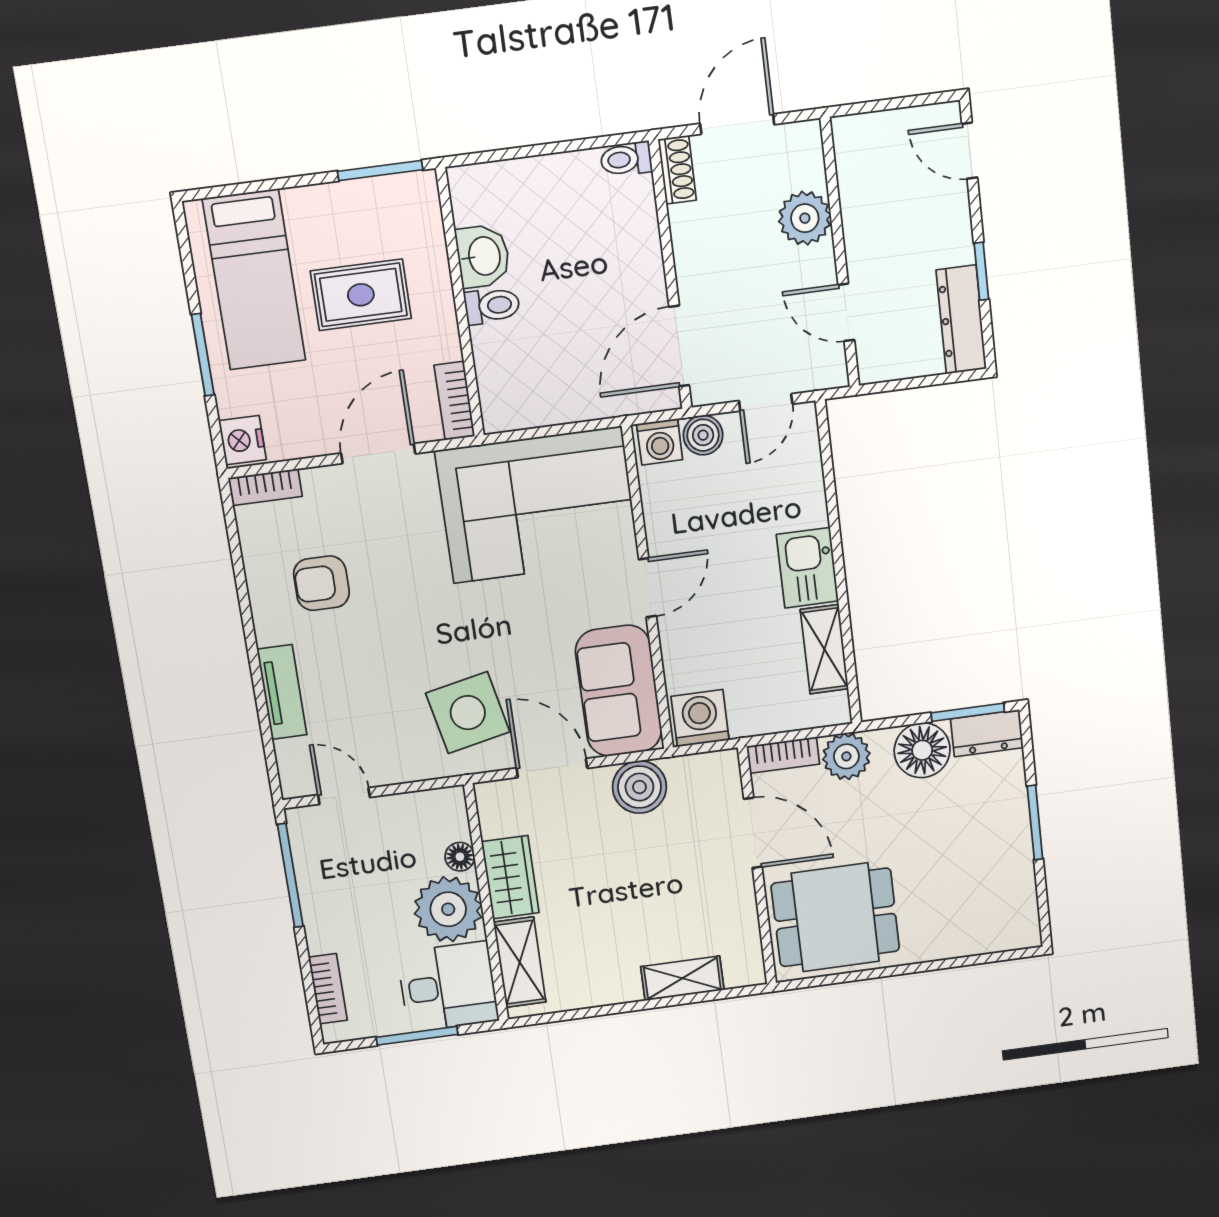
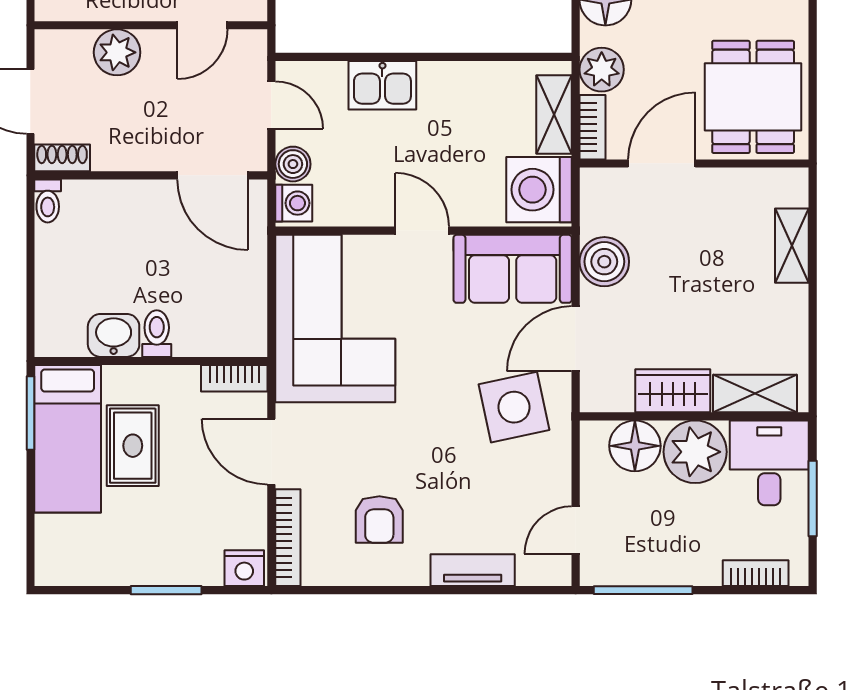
bed: (254, 280) -> (68, 439), moved, turned 90
bookcase: (265, 487) -> (288, 538), width x1.56
kitchen sink: (807, 568) -> (382, 85), moved
shelving: (824, 649) -> (554, 115), moved, turned 90
washing machine: (700, 718) -> (539, 190), width x1.37, depth x1.37
floor lamp: (460, 857) -> (635, 446), width x1.89, depth x1.89

